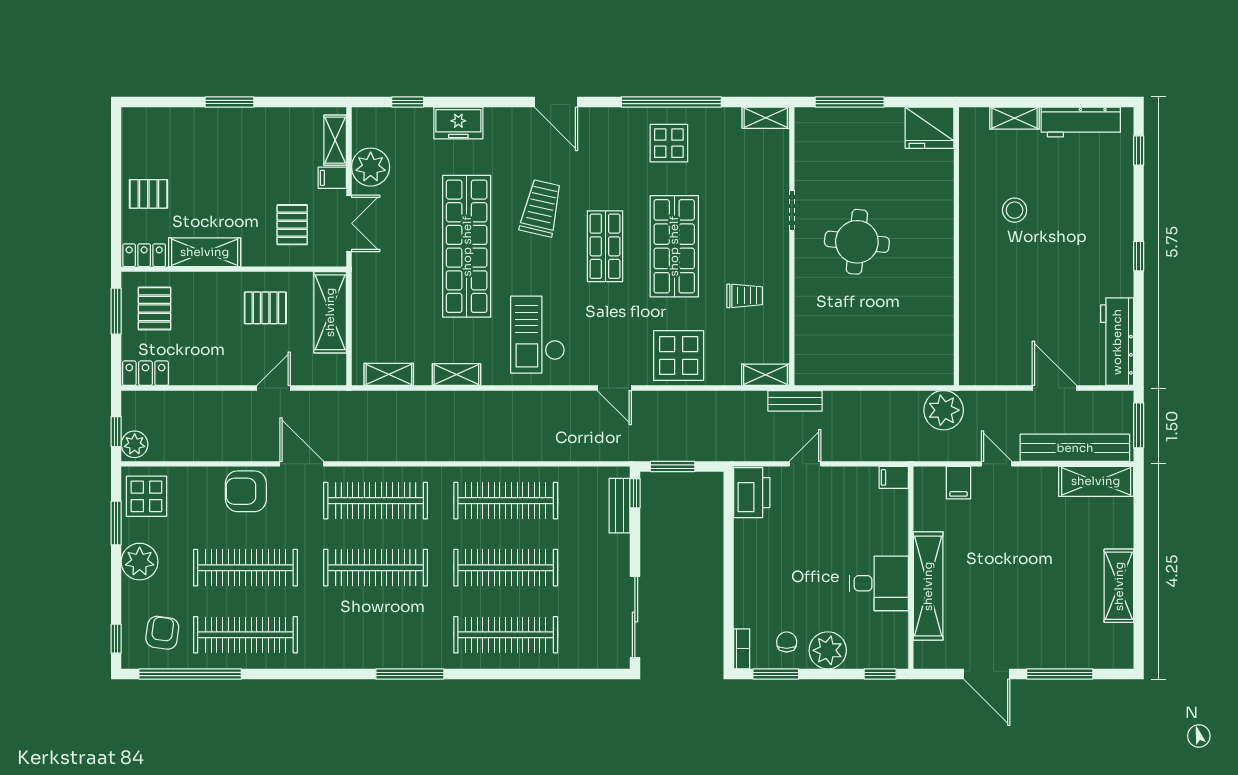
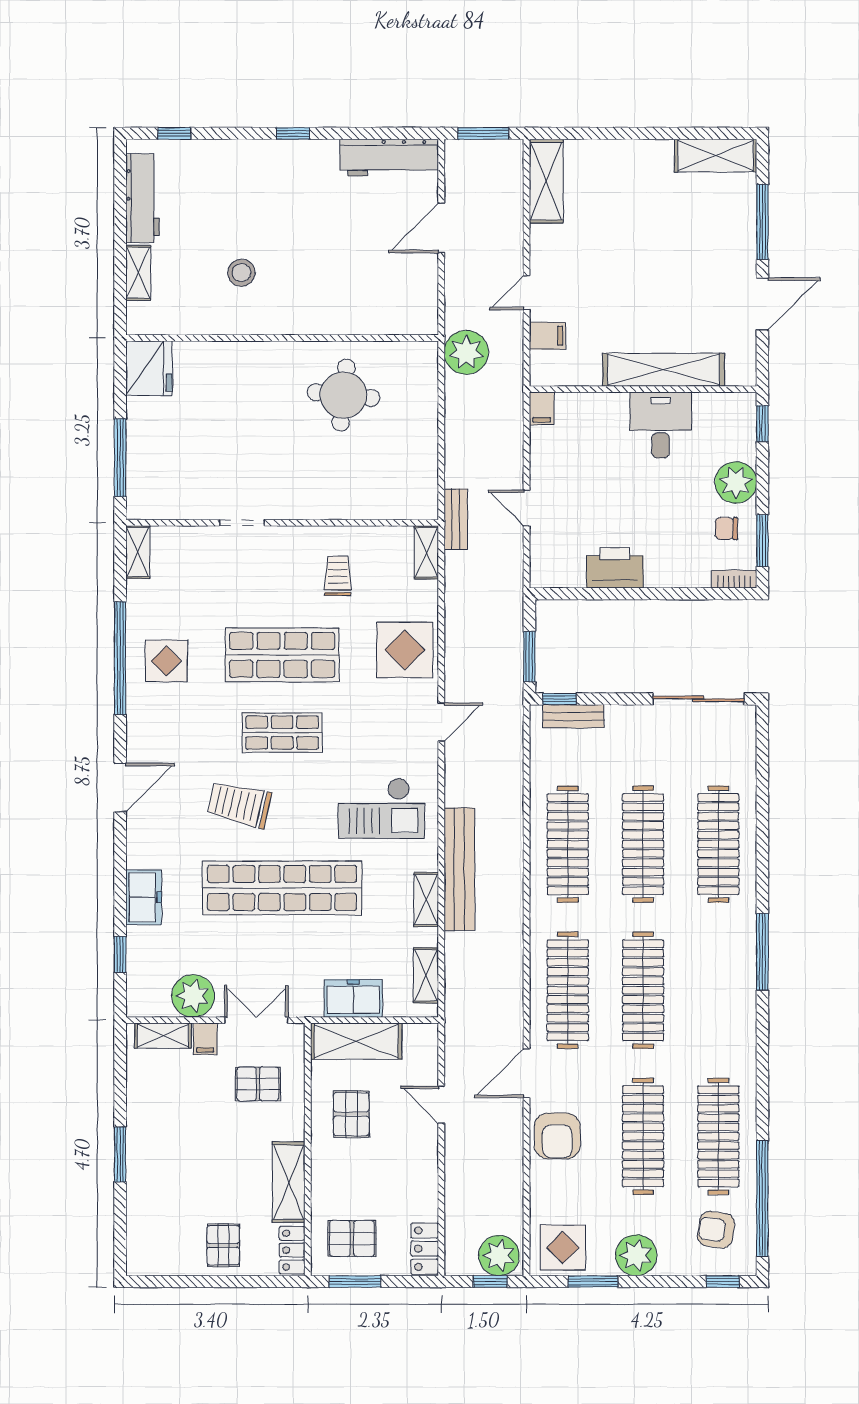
round table: (857, 242) -> (344, 395), moved
freezer: (368, 310) -> (353, 998), added
plant: (135, 444) -> (499, 1256), width x1.36, depth x1.36
bench: (1075, 448) -> (459, 869), moved
printer: (752, 493) -> (615, 568), moved
shelving: (1119, 586) -> (716, 156), moved

